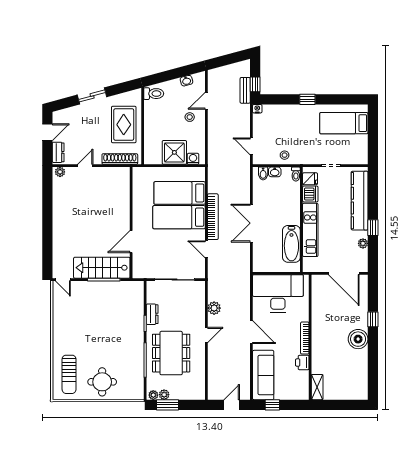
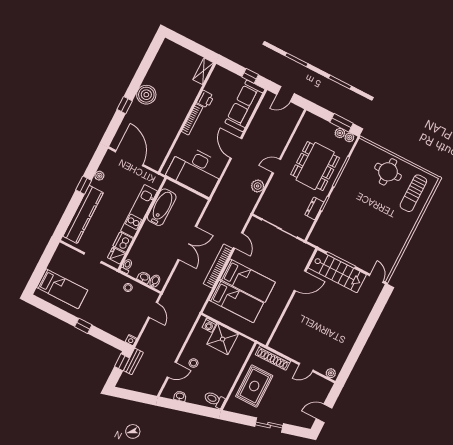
dresser: (58, 152) -> (324, 391), removed
sun lounger: (69, 374) -> (413, 193), turned 180

